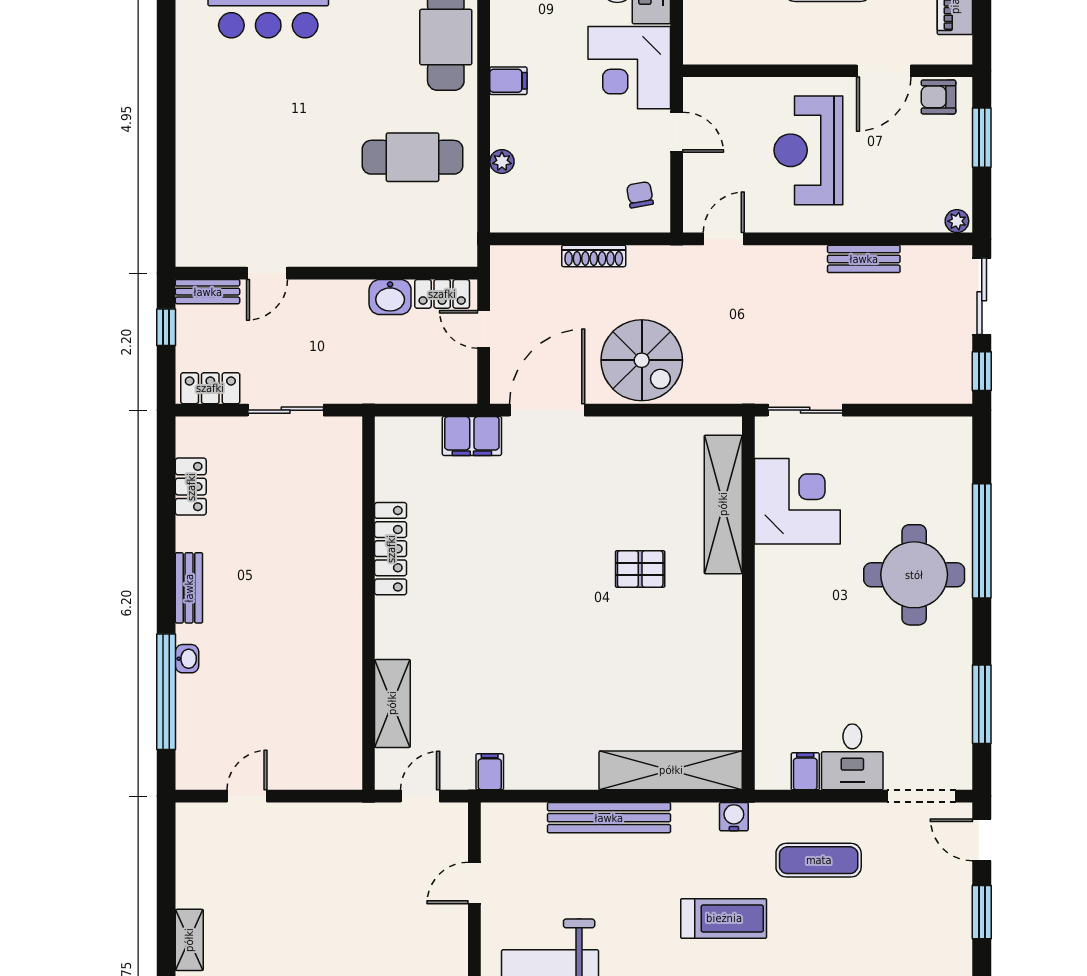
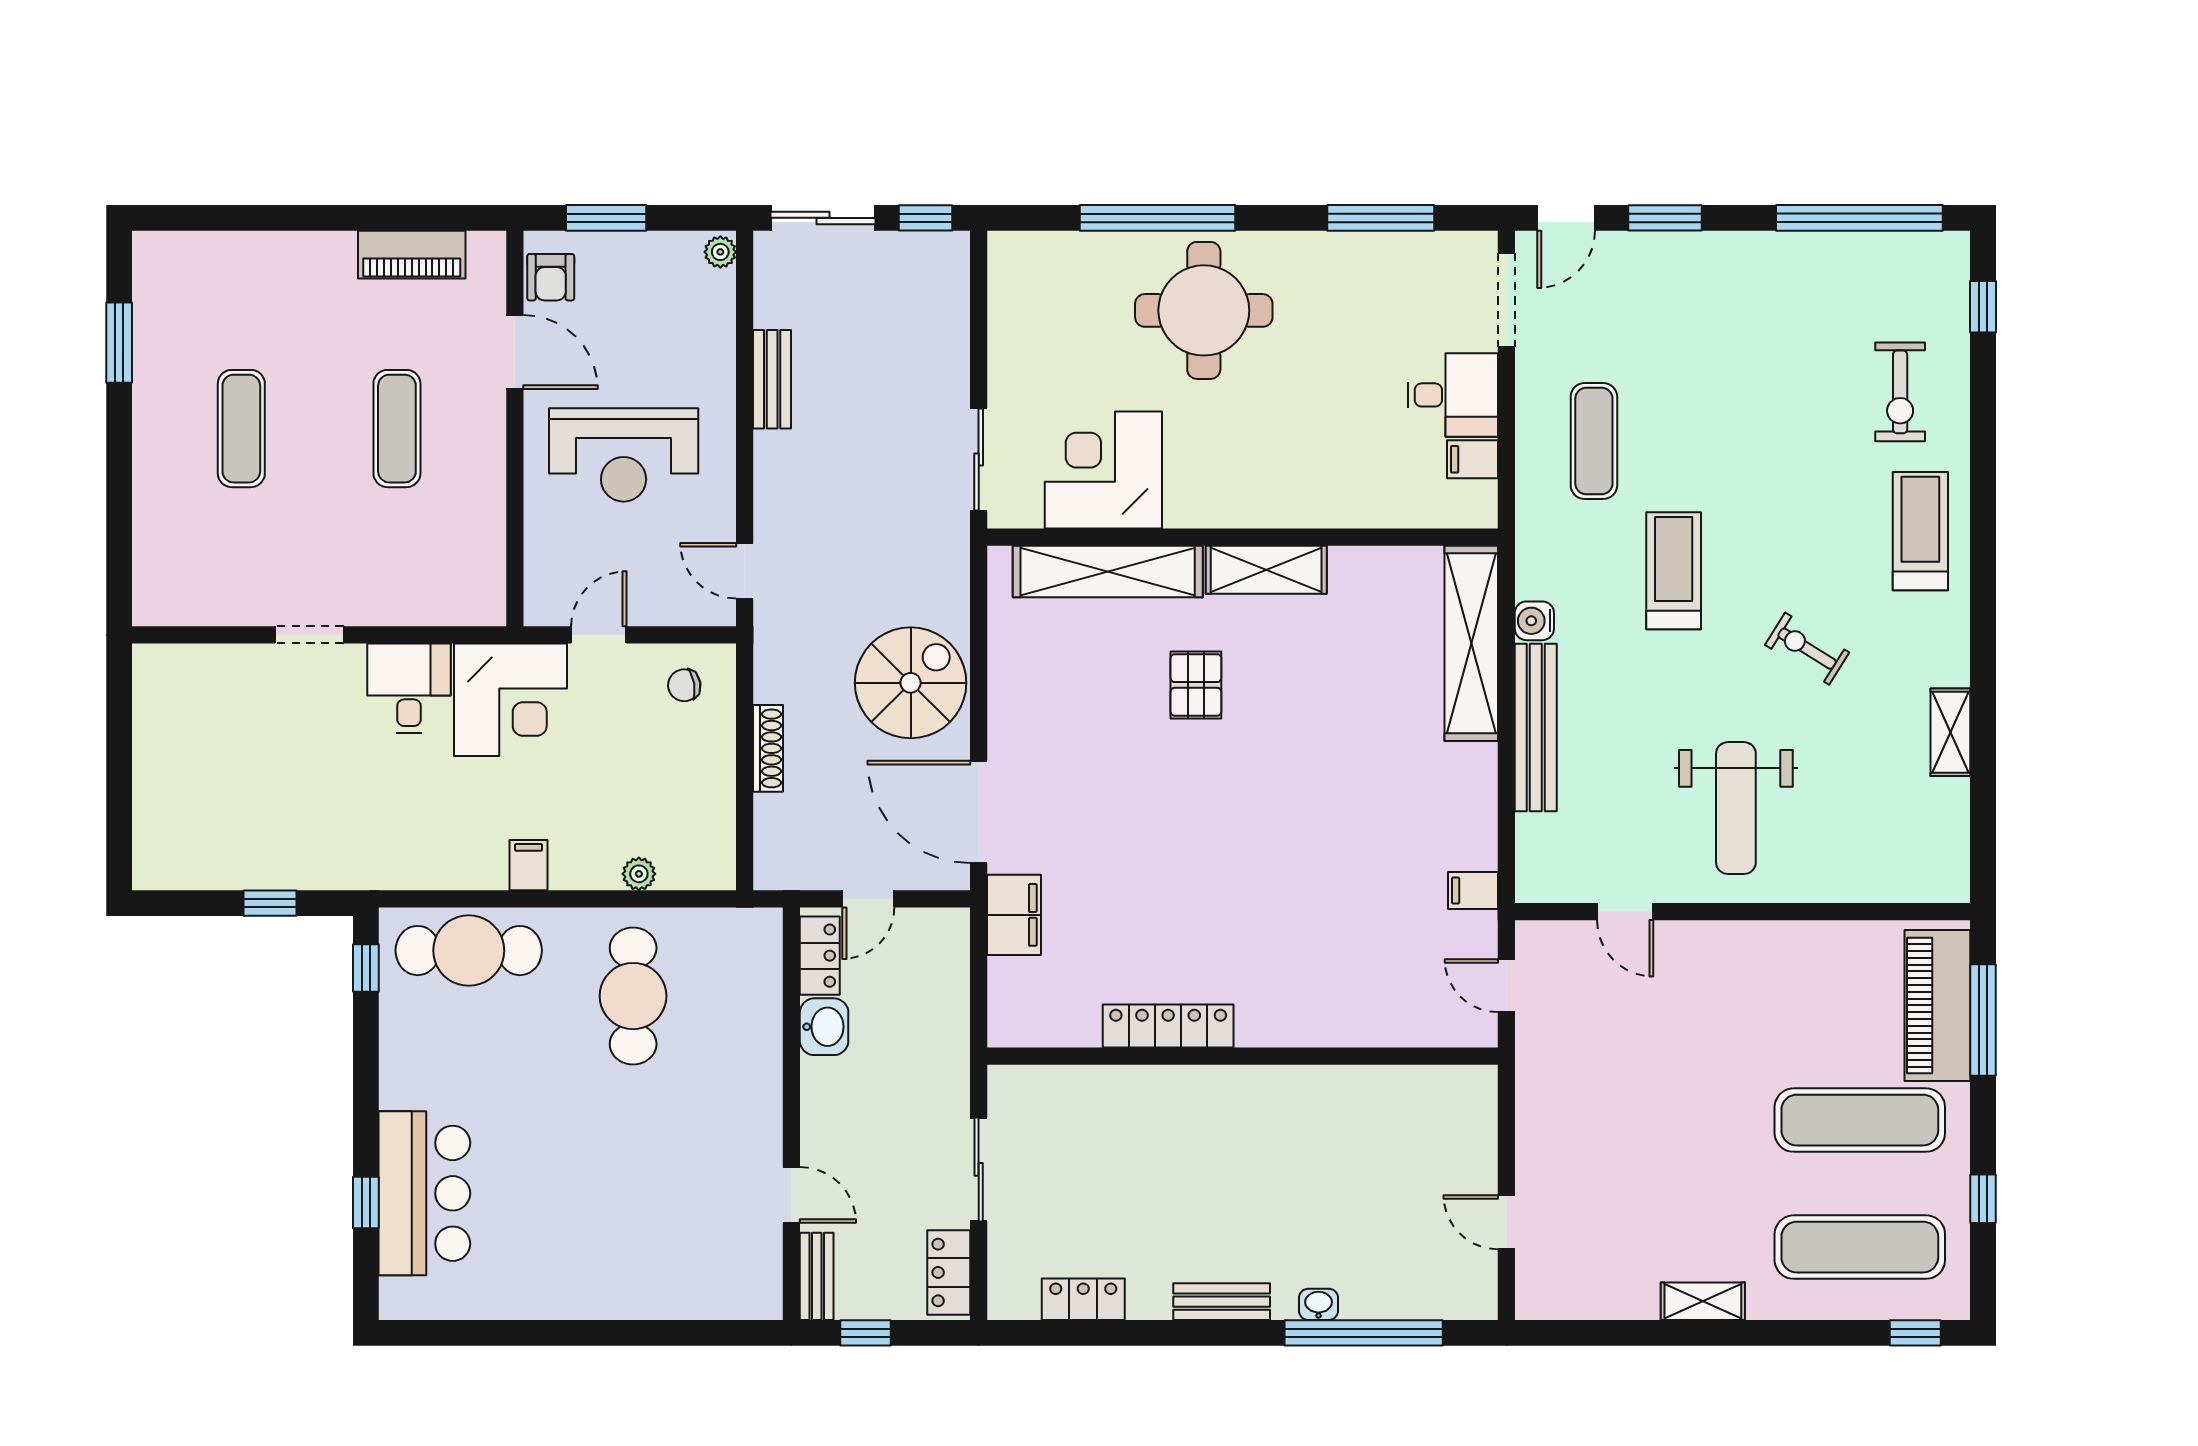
shelving: (392, 703) -> (1266, 570), moved
water cooler: (734, 817) -> (1534, 621), moved

